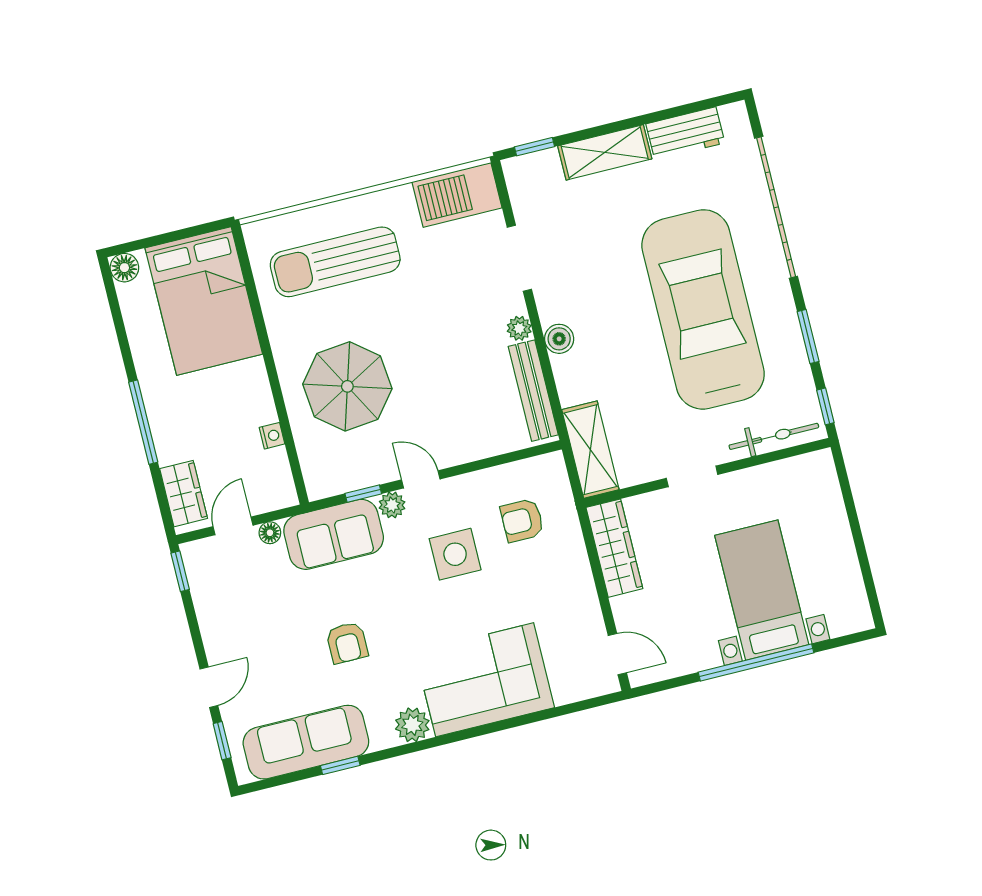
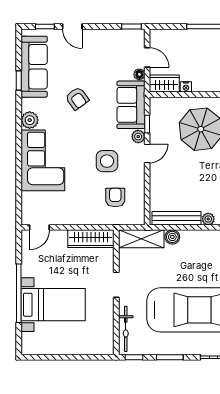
boiler: (559, 339) -> (172, 237), moved
wardrobe: (184, 494) -> (164, 84), moved, turned 180
armchair: (347, 643) -> (77, 98), turned -126

